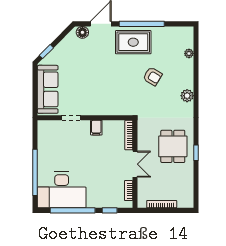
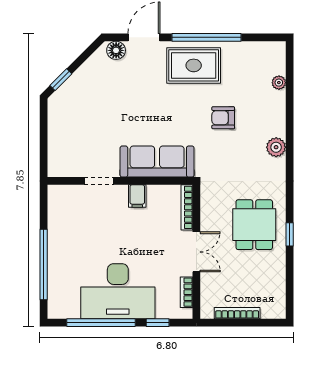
armchair: (153, 76) -> (223, 118), turned 149
sofa: (48, 89) -> (157, 162), moved, turned -90
desk: (62, 190) -> (118, 291), moved

